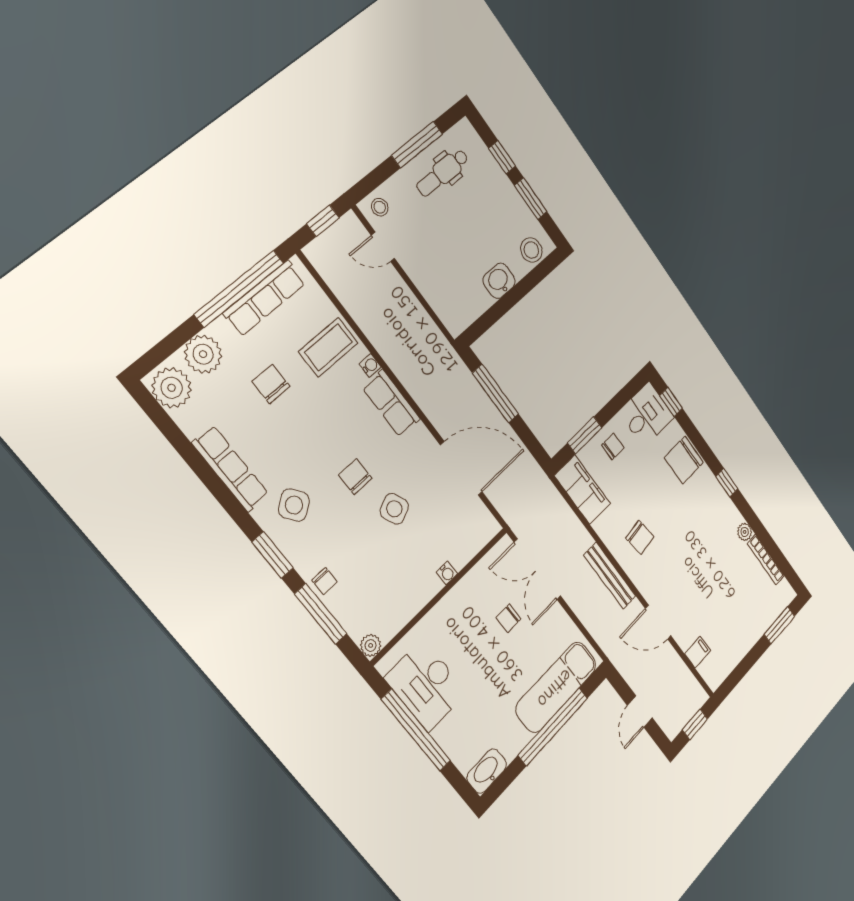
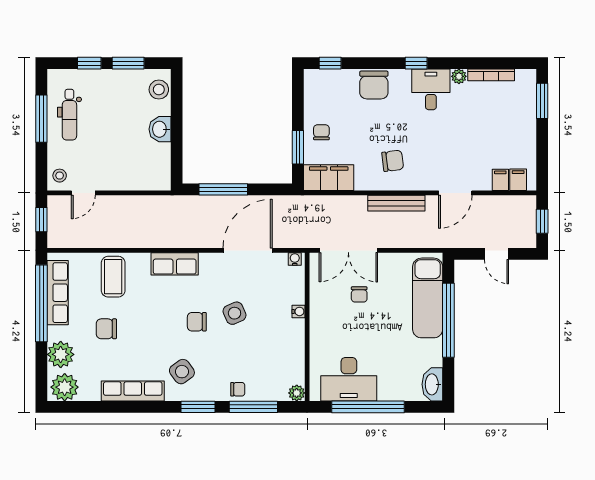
water cooler: (370, 366) -> (295, 259), moved
desk: (647, 415) -> (431, 89), moved
filing cabinet: (709, 668) -> (518, 180), added

